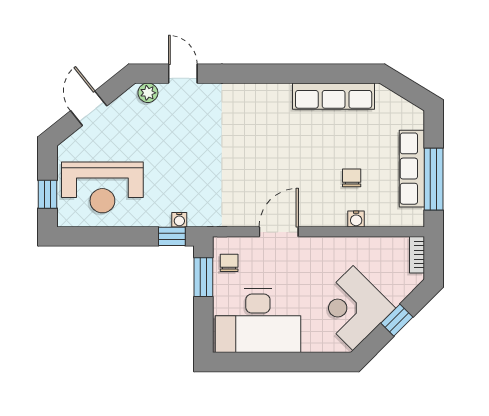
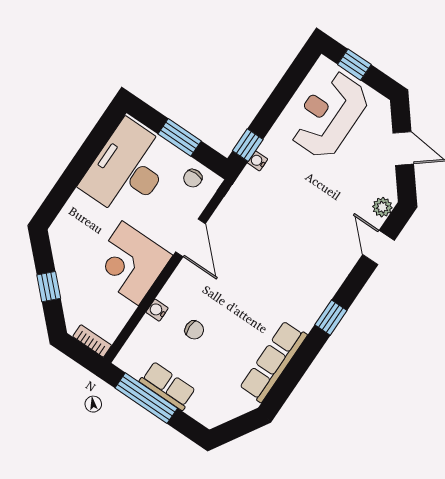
door: (183, 74) -> (379, 247), swing flipped
window: (266, 74) -> (331, 318), added
row of seats: (412, 169) -> (168, 386), width x0.68
chair: (229, 263) -> (193, 178), turned 90
window: (203, 277) -> (180, 137), moved
corner desk: (353, 308) -> (130, 263), moved, turned -135

